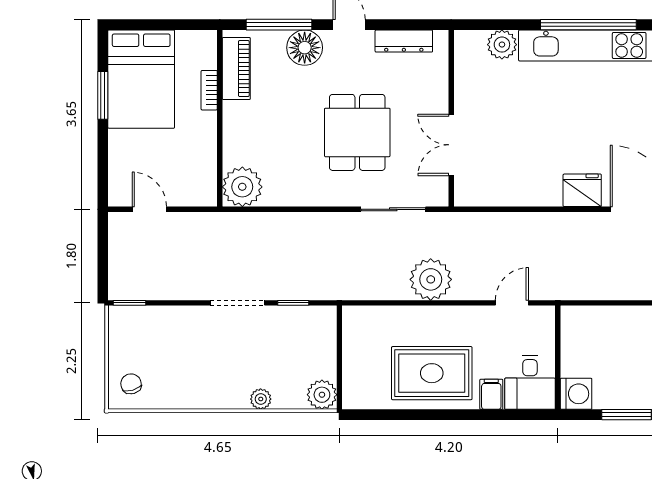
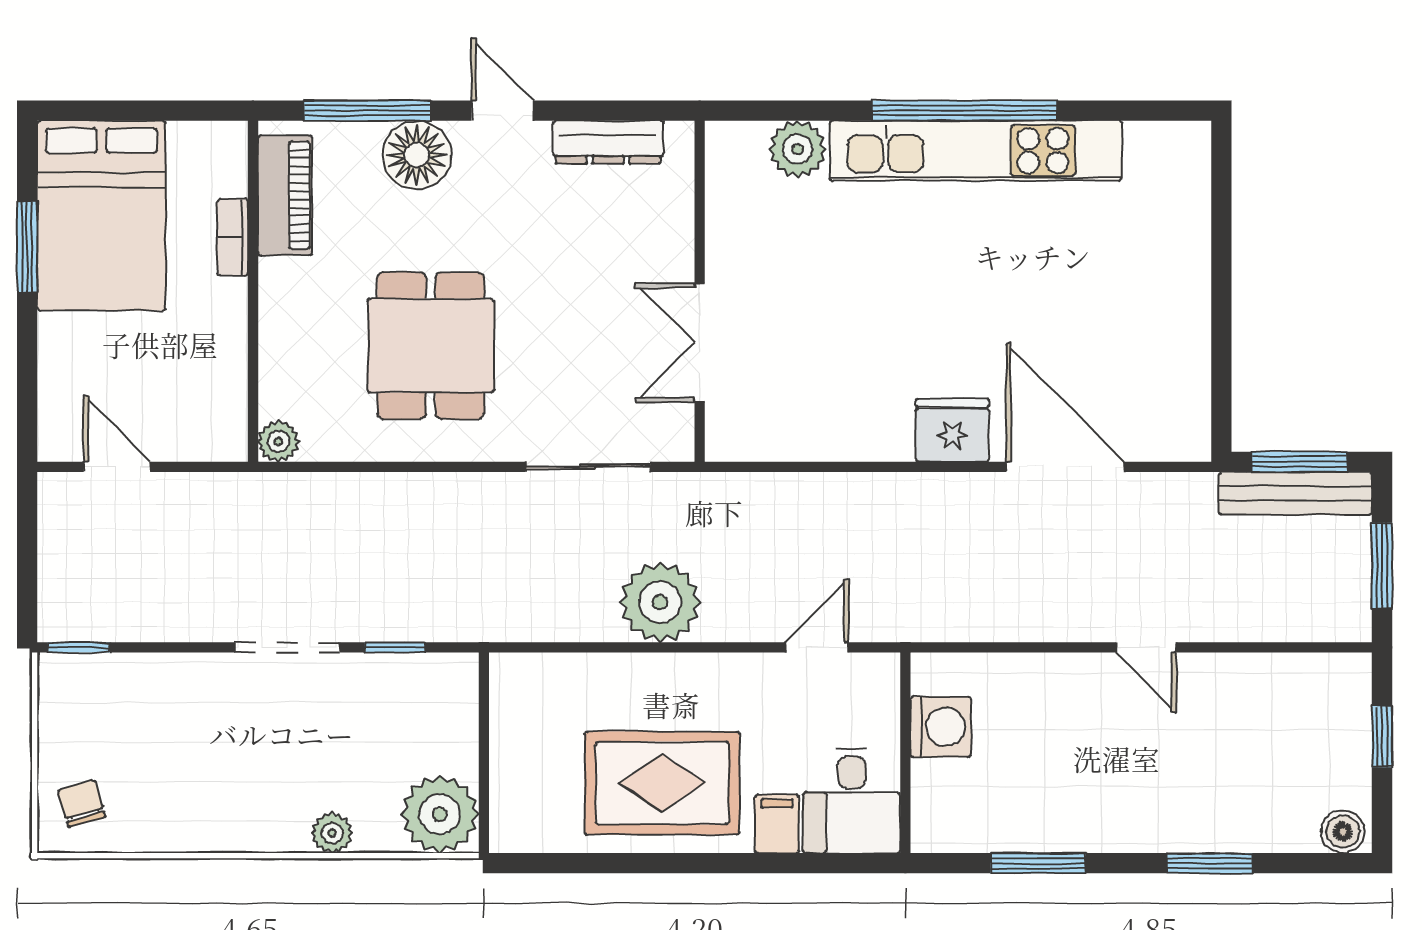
dining table: (357, 132) -> (431, 346), moved
plant: (242, 187) -> (279, 441), width x0.53, depth x0.53
washing machine: (576, 394) -> (941, 727), moved
plant: (322, 395) -> (440, 814), width x1.36, depth x1.36

